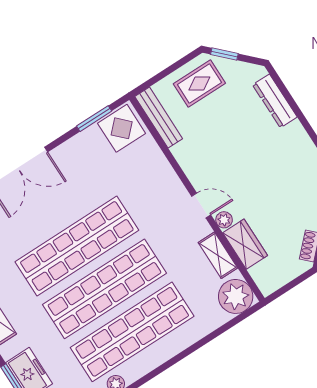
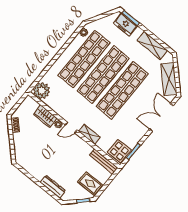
rug: (199, 83) -> (90, 183), turned 90
shelving: (218, 255) -> (89, 134), moved

